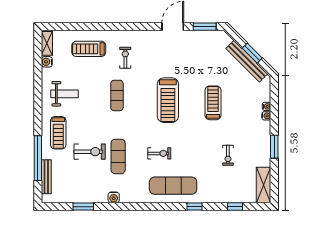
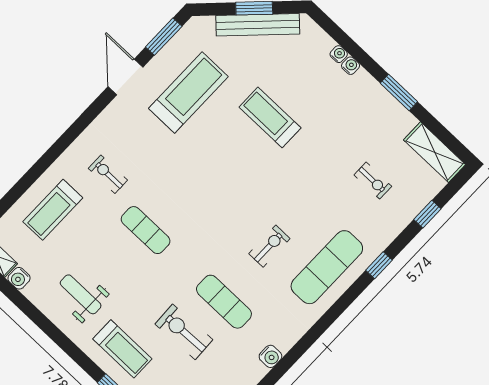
weight bench: (64, 94) -> (81, 294), turned -90
treadmill: (168, 100) -> (188, 92), moved, turned -90
exercise bike: (90, 152) -> (184, 332), turned -92
exercise bike: (228, 155) -> (373, 181), moved

